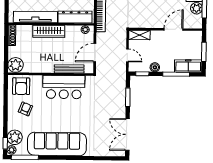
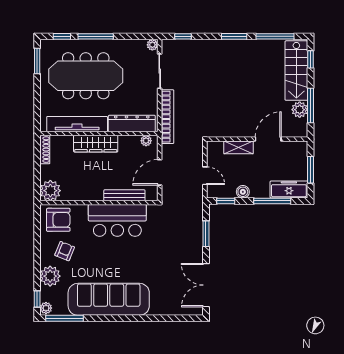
shelving: (139, 35) -> (239, 147), moved
armchair: (21, 86) -> (58, 220), turned -90
plant: (15, 137) -> (50, 276), moved

